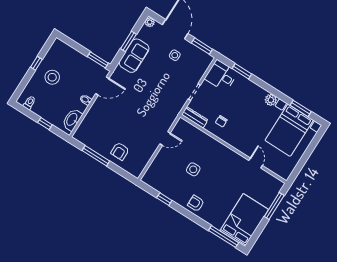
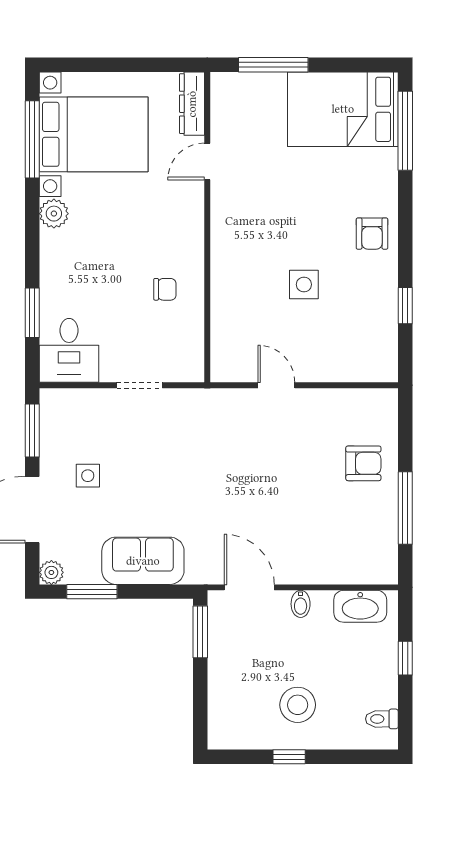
window: (128, 41) -> (92, 592), moved
window: (301, 108) -> (32, 139), width x1.44
dresser: (195, 117) -> (192, 104), moved

